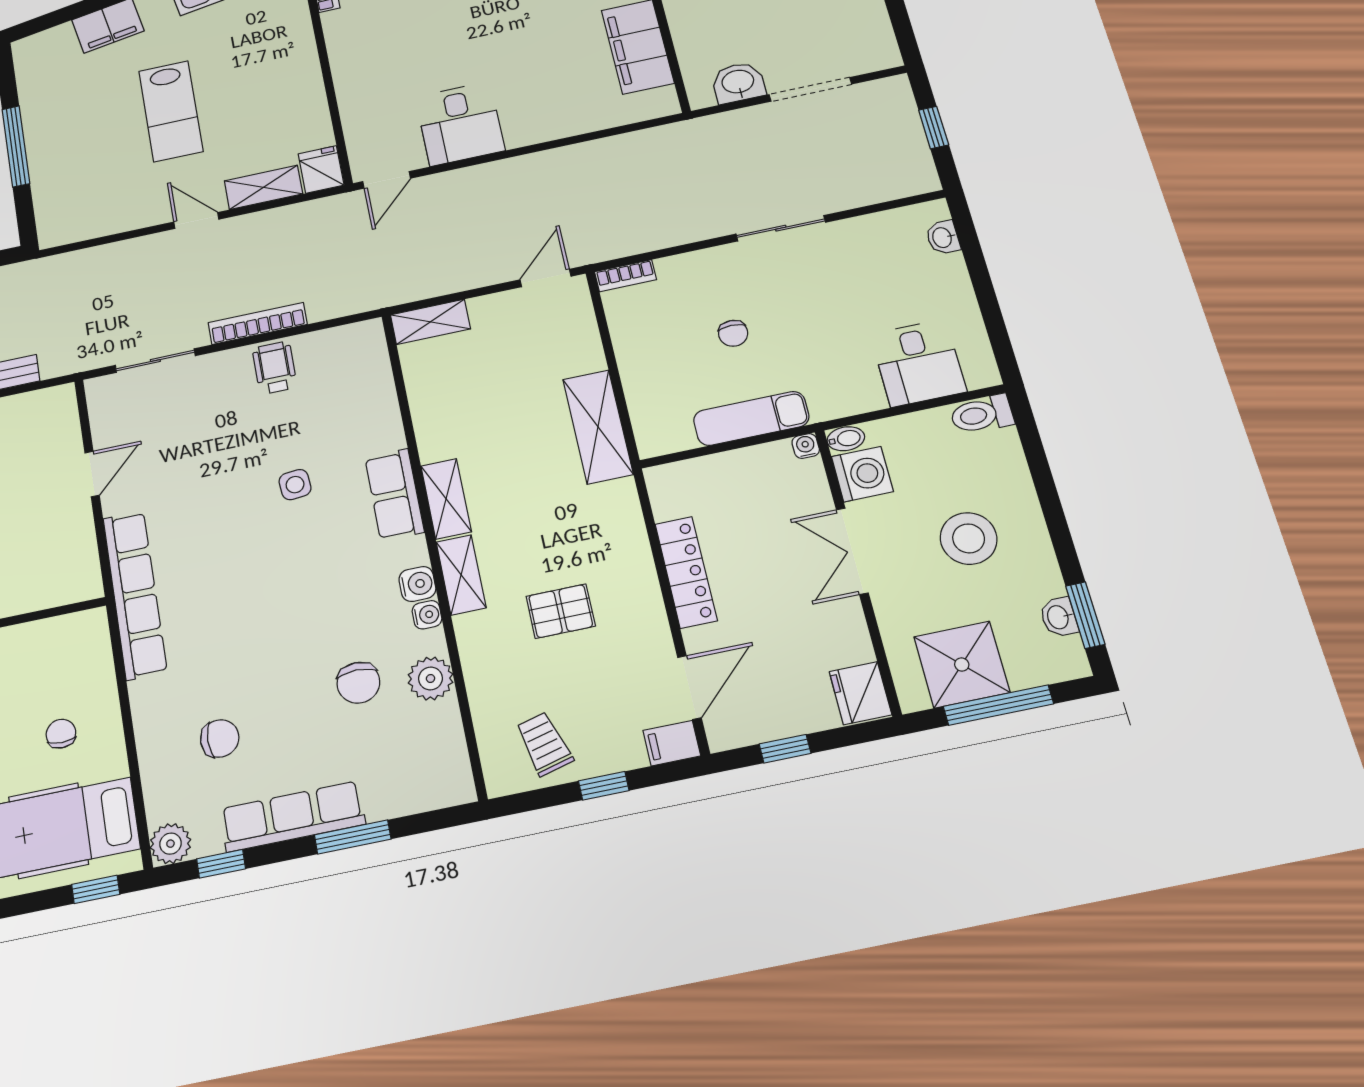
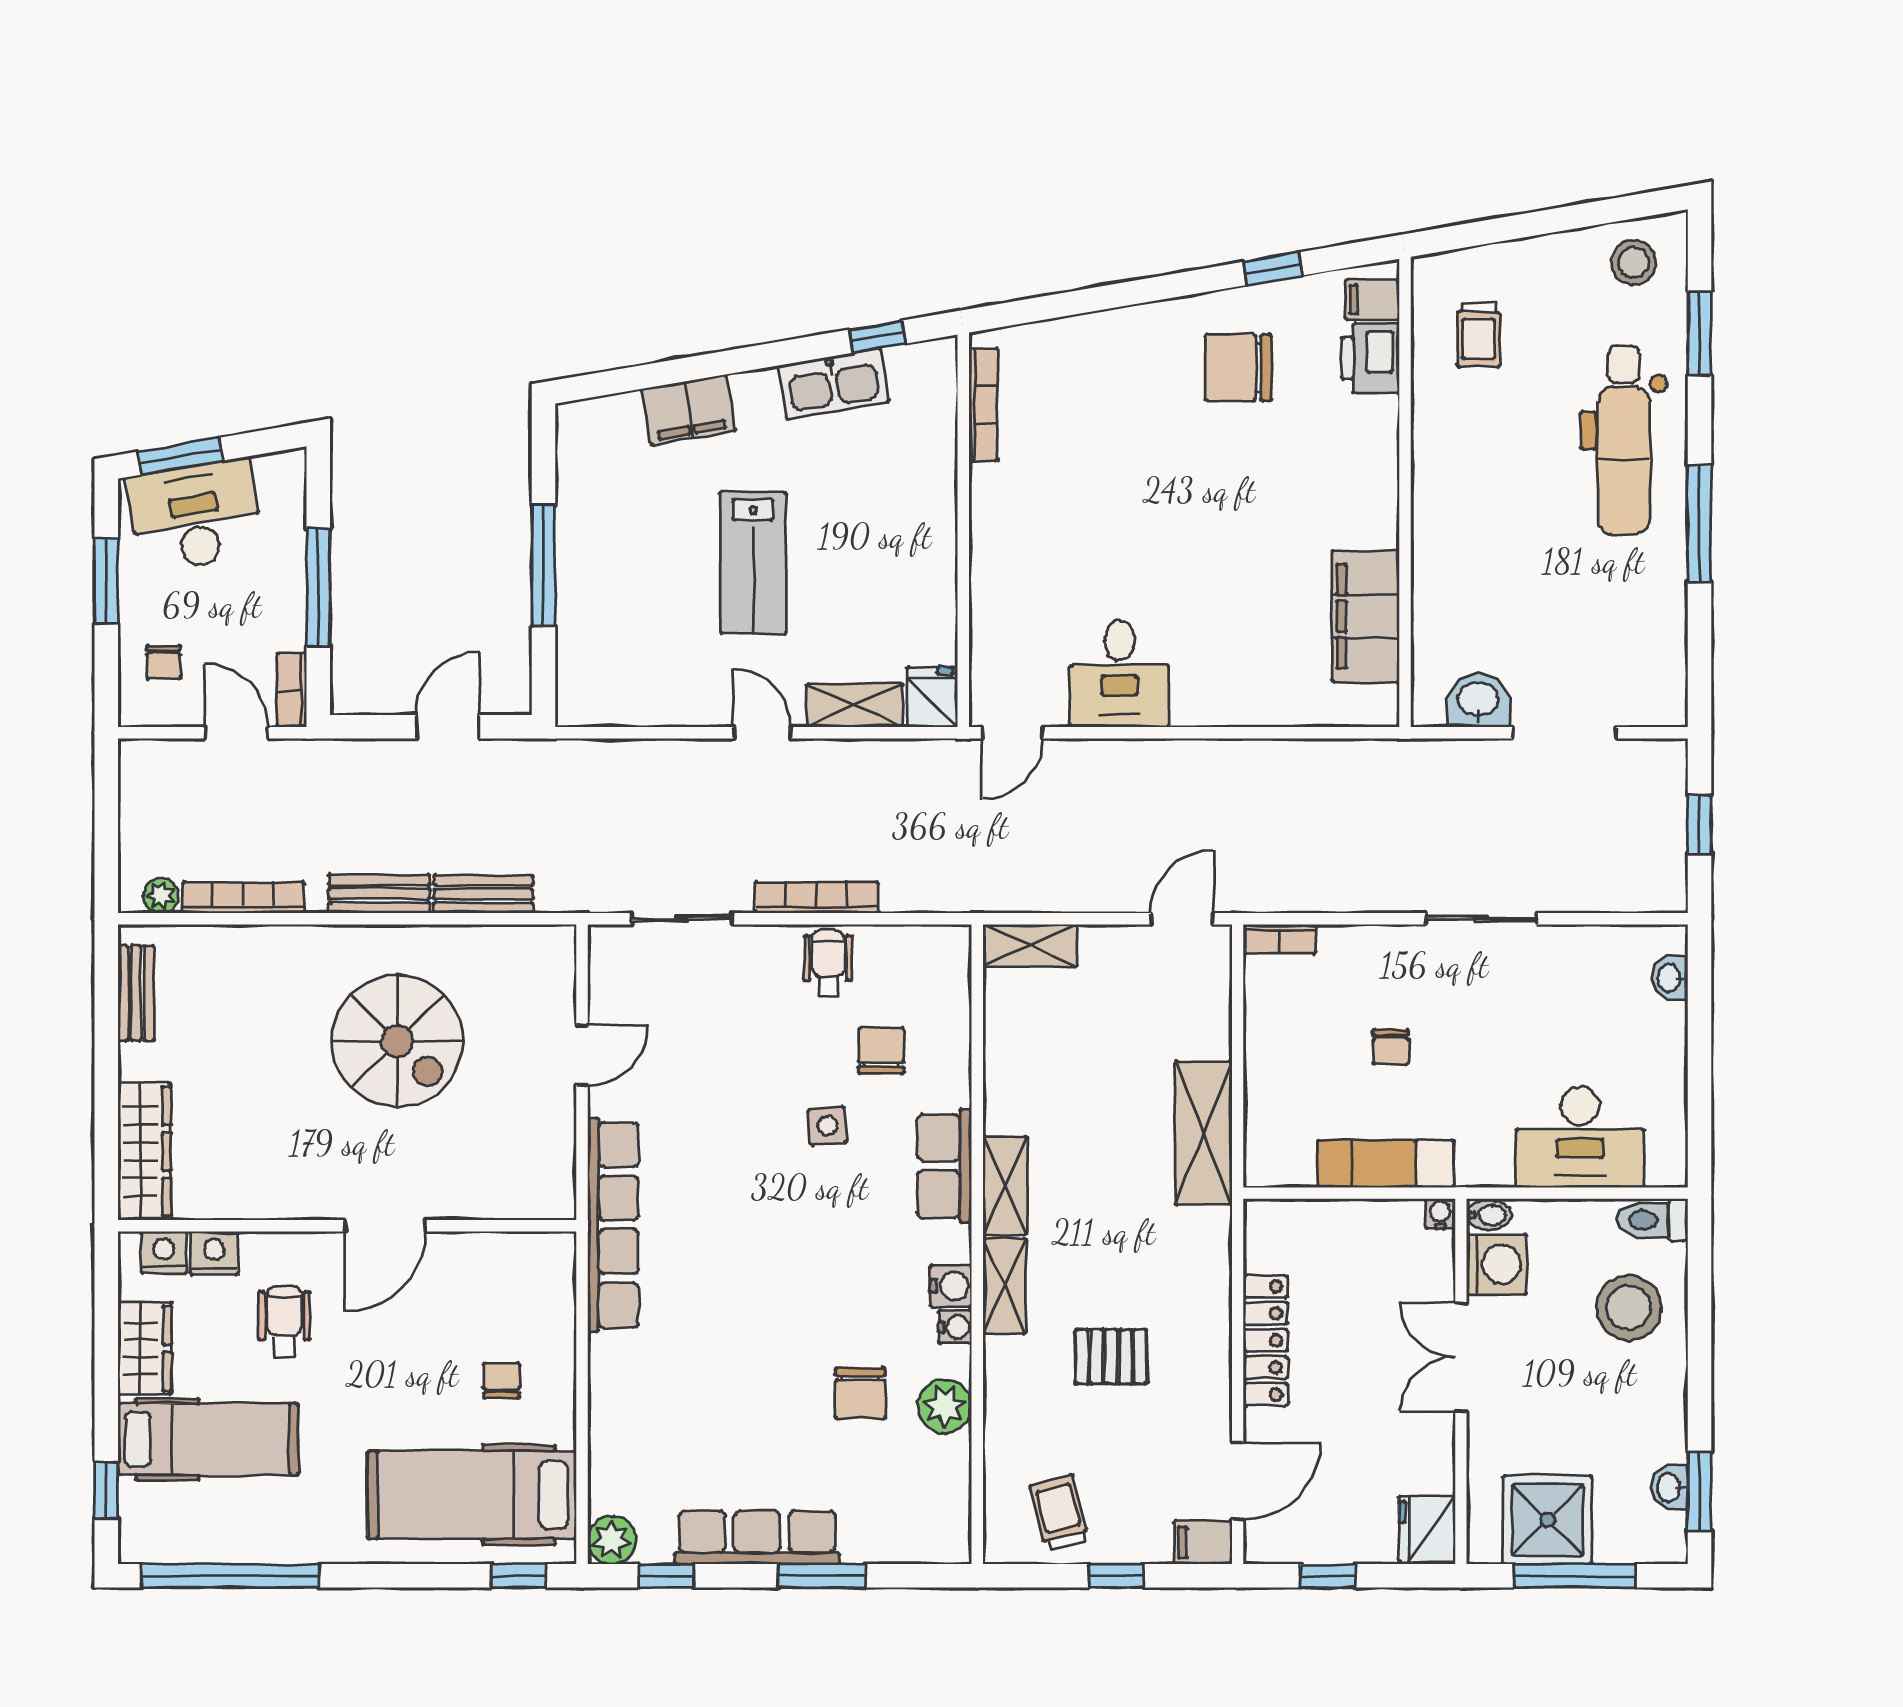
desk: (918, 363) -> (1580, 1137), width x1.37
stool: (969, 538) -> (1629, 1308), moved
chair: (220, 738) -> (881, 1051), moved, turned -90

